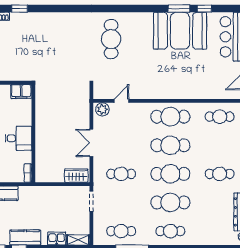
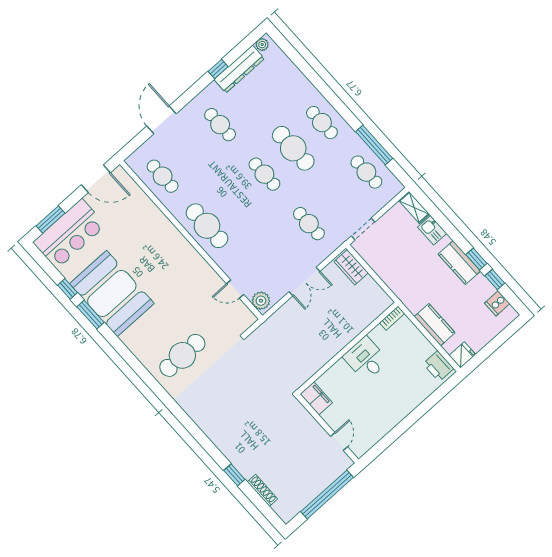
cafe table: (170, 145) -> (236, 200), removed
cafe table: (170, 174) -> (264, 174), width x0.73, depth x0.74

